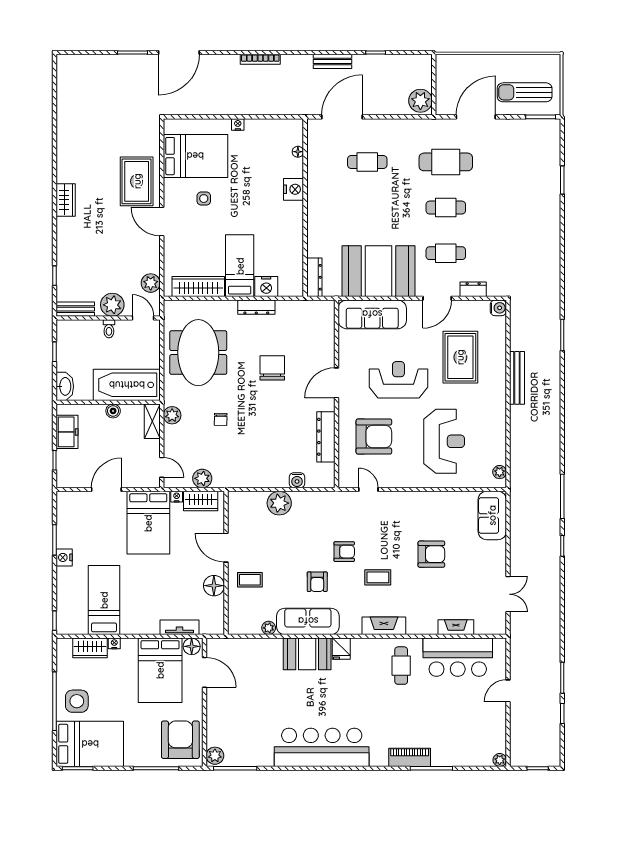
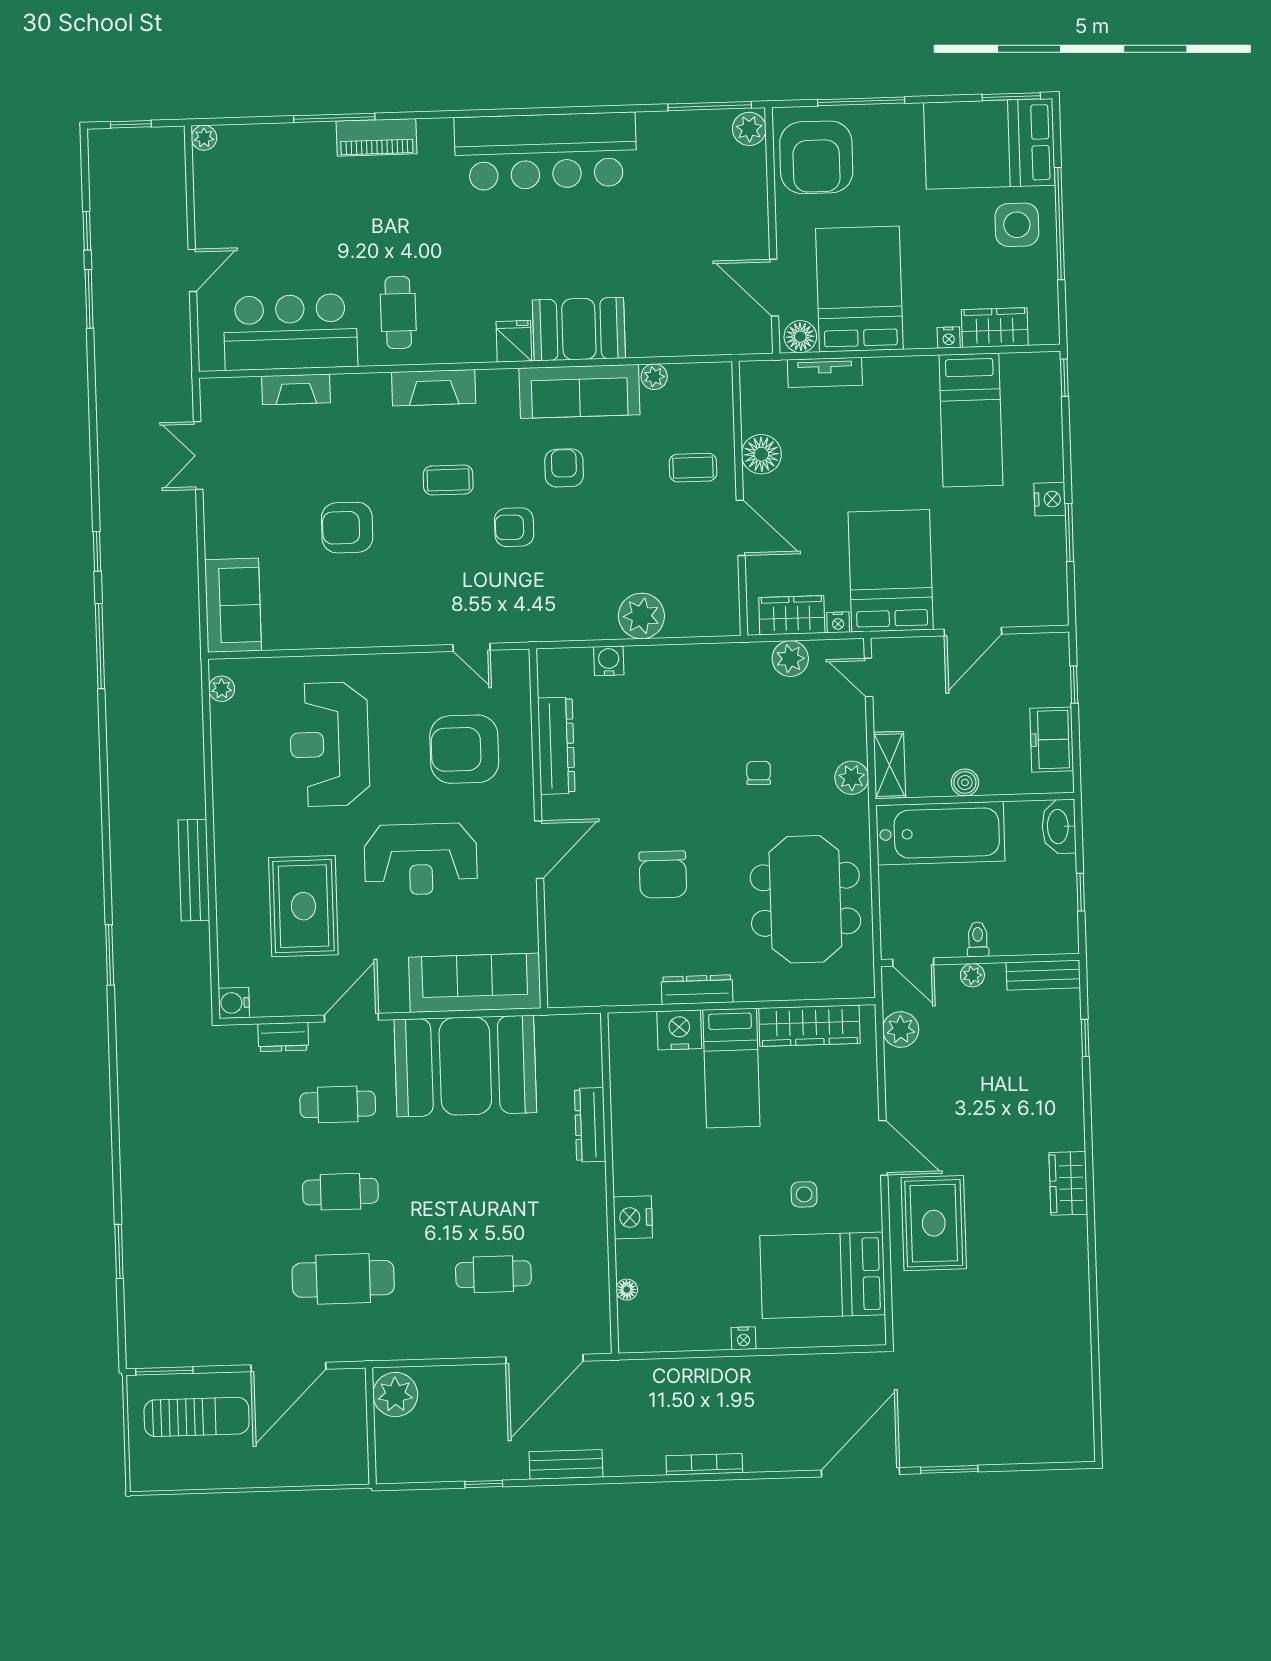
dresser: (314, 277) -> (590, 1125), moved
plant: (112, 305) -> (972, 975), width x0.53, depth x0.53

